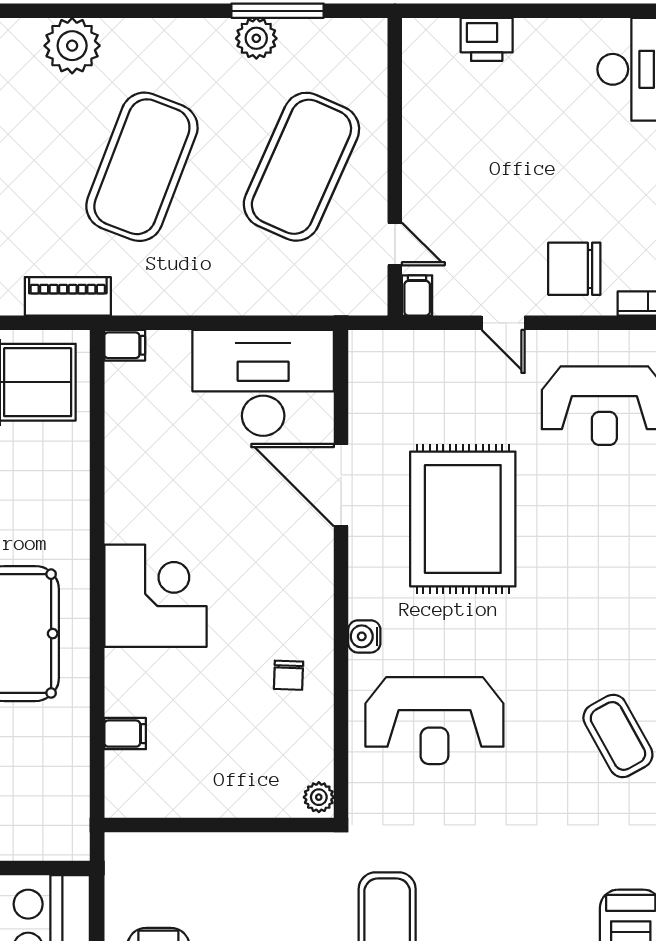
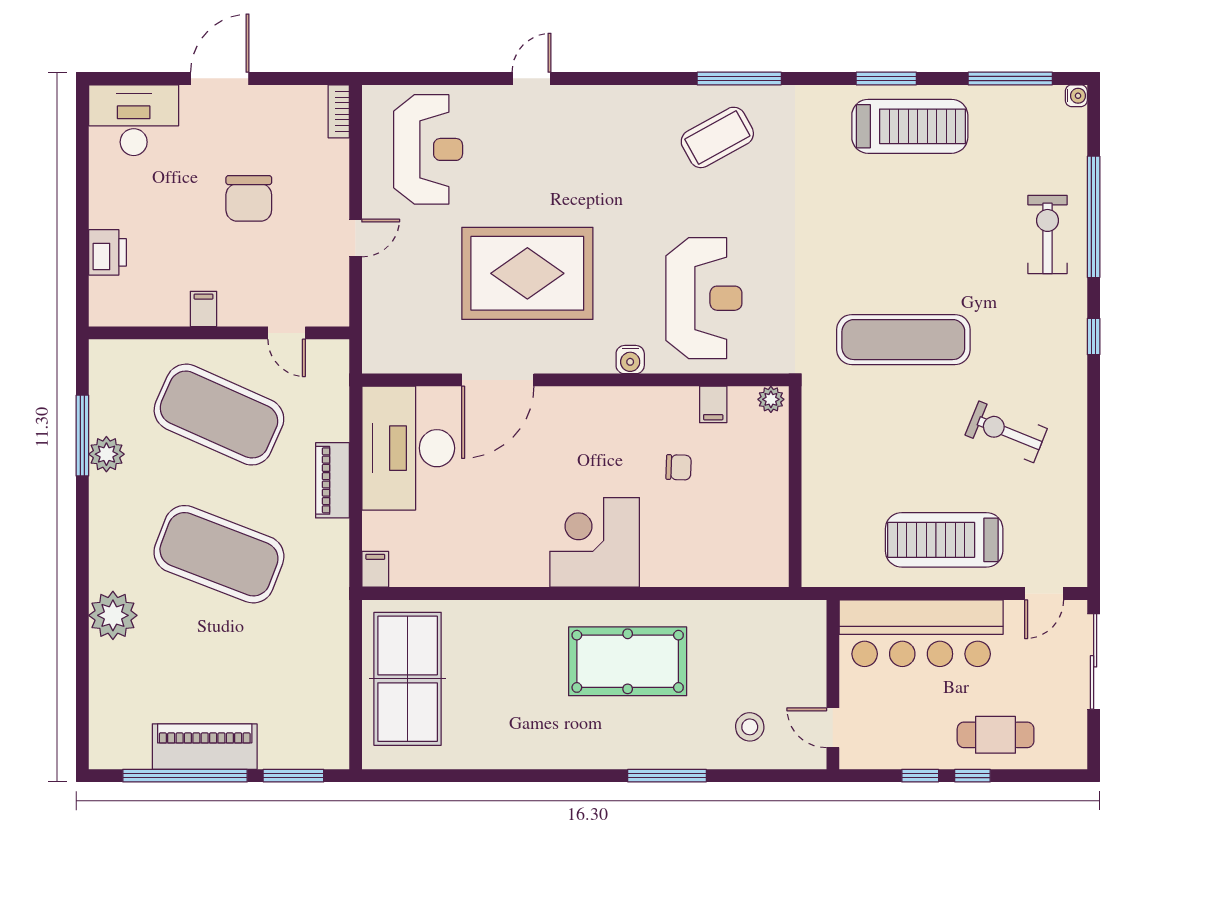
door: (395, 244) -> (287, 333), swing flipped
chair: (574, 269) -> (249, 198), moved
filing cabinet: (417, 295) -> (204, 309), moved, turned 90
piano: (68, 296) -> (332, 480), moved
chair: (289, 675) -> (679, 467), moved
filing cabinet: (125, 734) -> (713, 404), moved, turned 180

